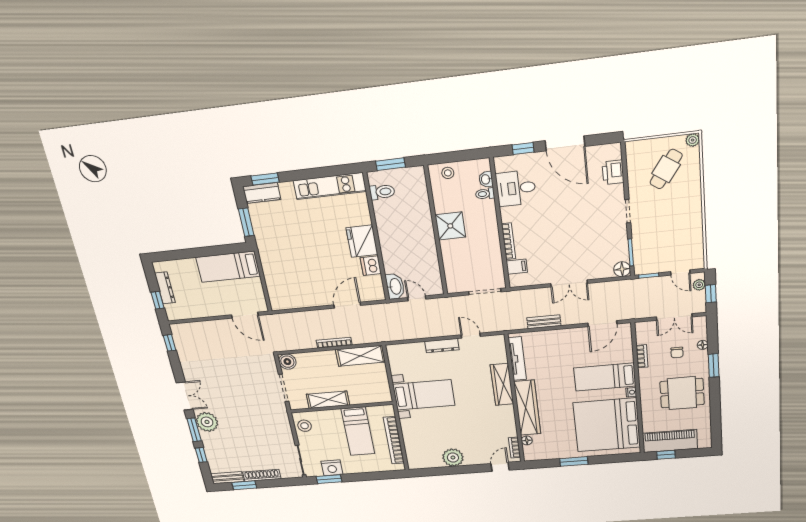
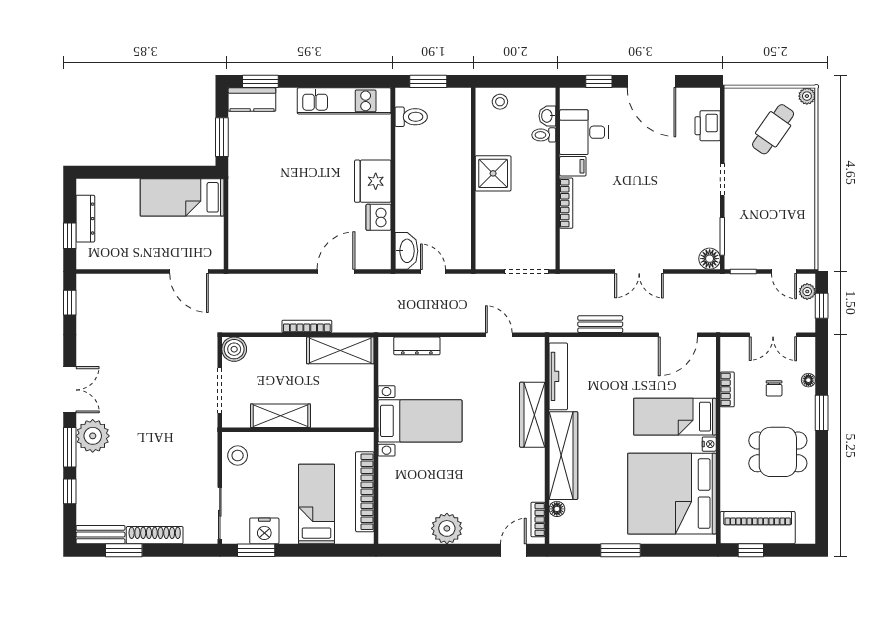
filing cabinet: (517, 267) -> (573, 166), moved
dresser: (442, 346) -> (417, 346), moved
bed: (358, 431) -> (316, 504), moved, turned 180

